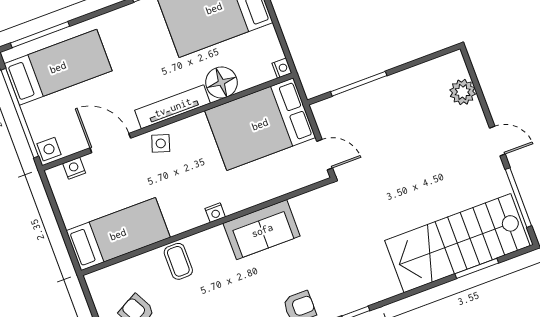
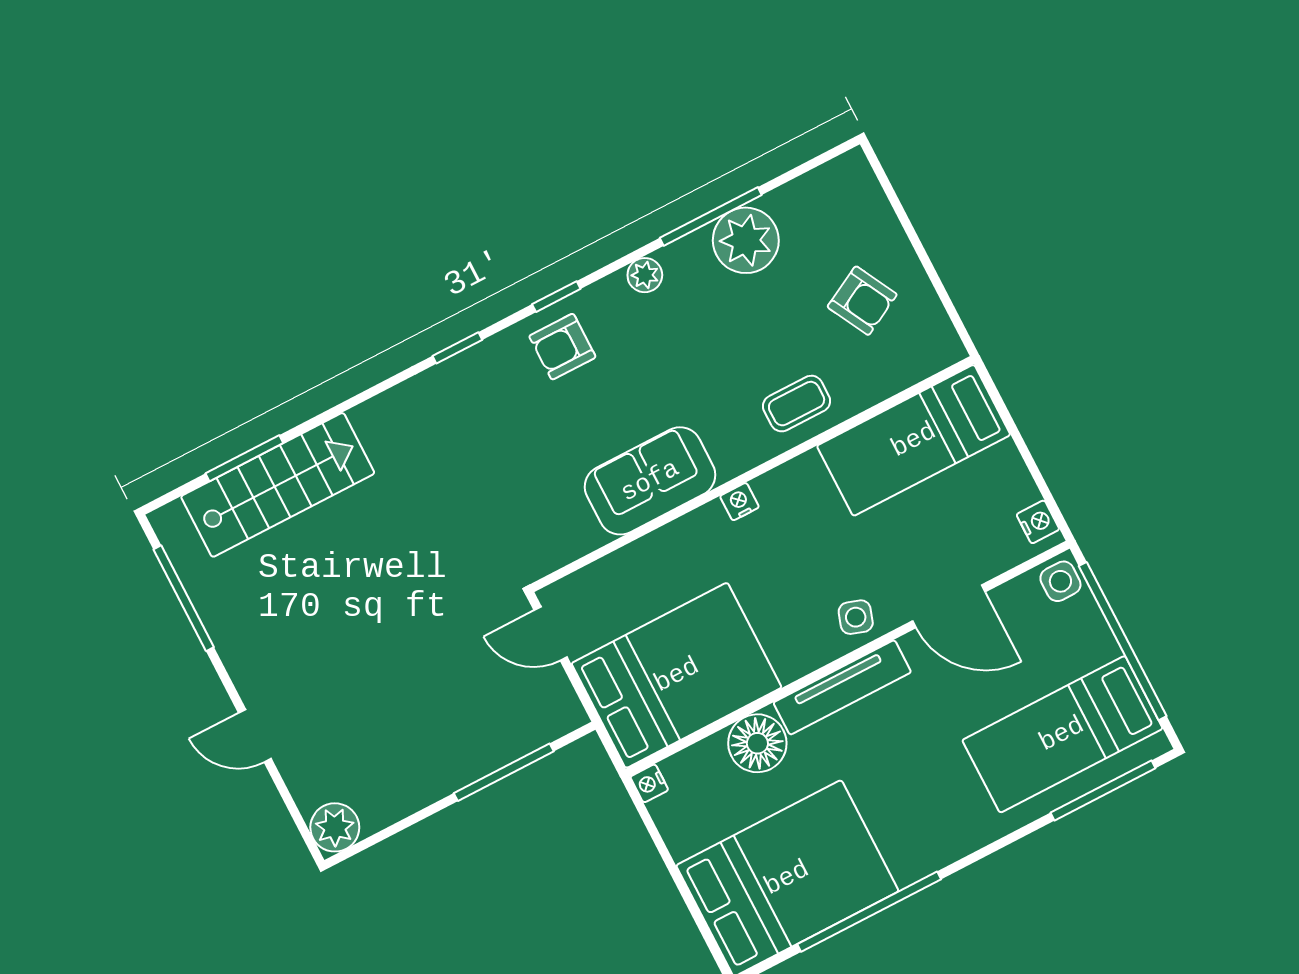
plant: (463, 92) -> (335, 827), moved
door: (497, 141) -> (255, 736), moved
nightstand: (74, 168) -> (1038, 522), moved, turned -90
stairs: (457, 243) -> (278, 485), width x0.73, depth x0.66
coffee table: (178, 261) -> (797, 404), turned 90

